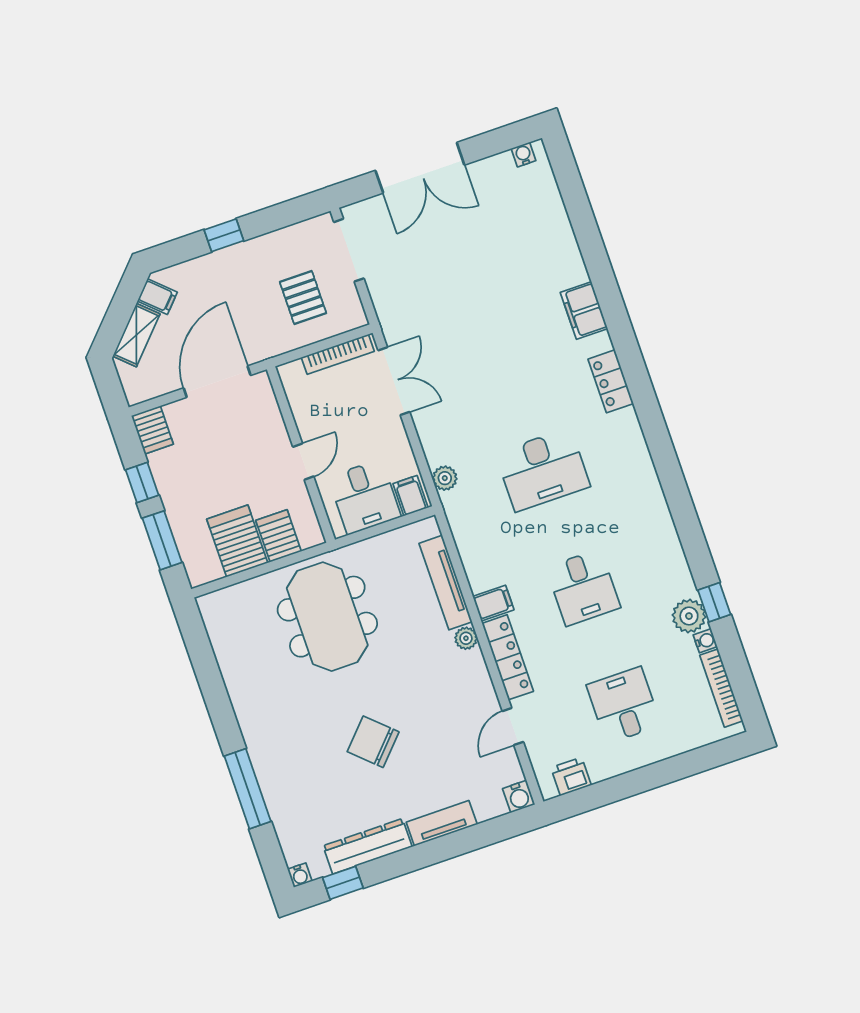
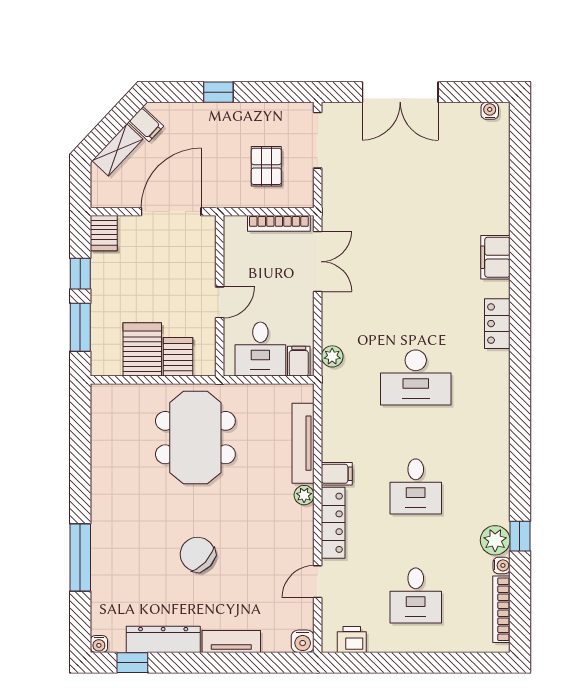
desk: (624, 705) -> (416, 596), turned 180

